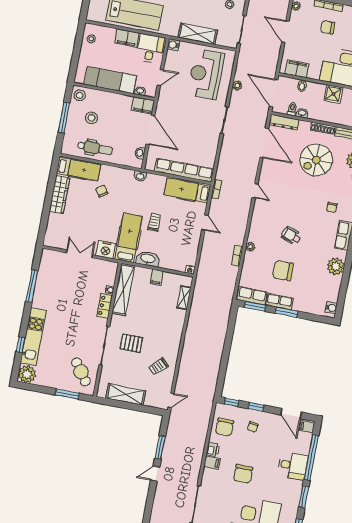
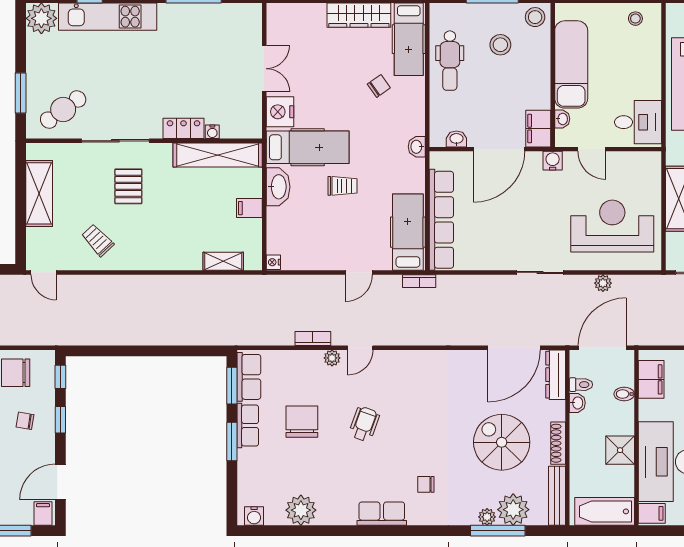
filing cabinet: (127, 38) -> (648, 79), removed
water cooler: (173, 45) -> (553, 161), moved
door: (255, 191) -> (360, 348), moved
plant: (336, 266) -> (301, 510), moved

